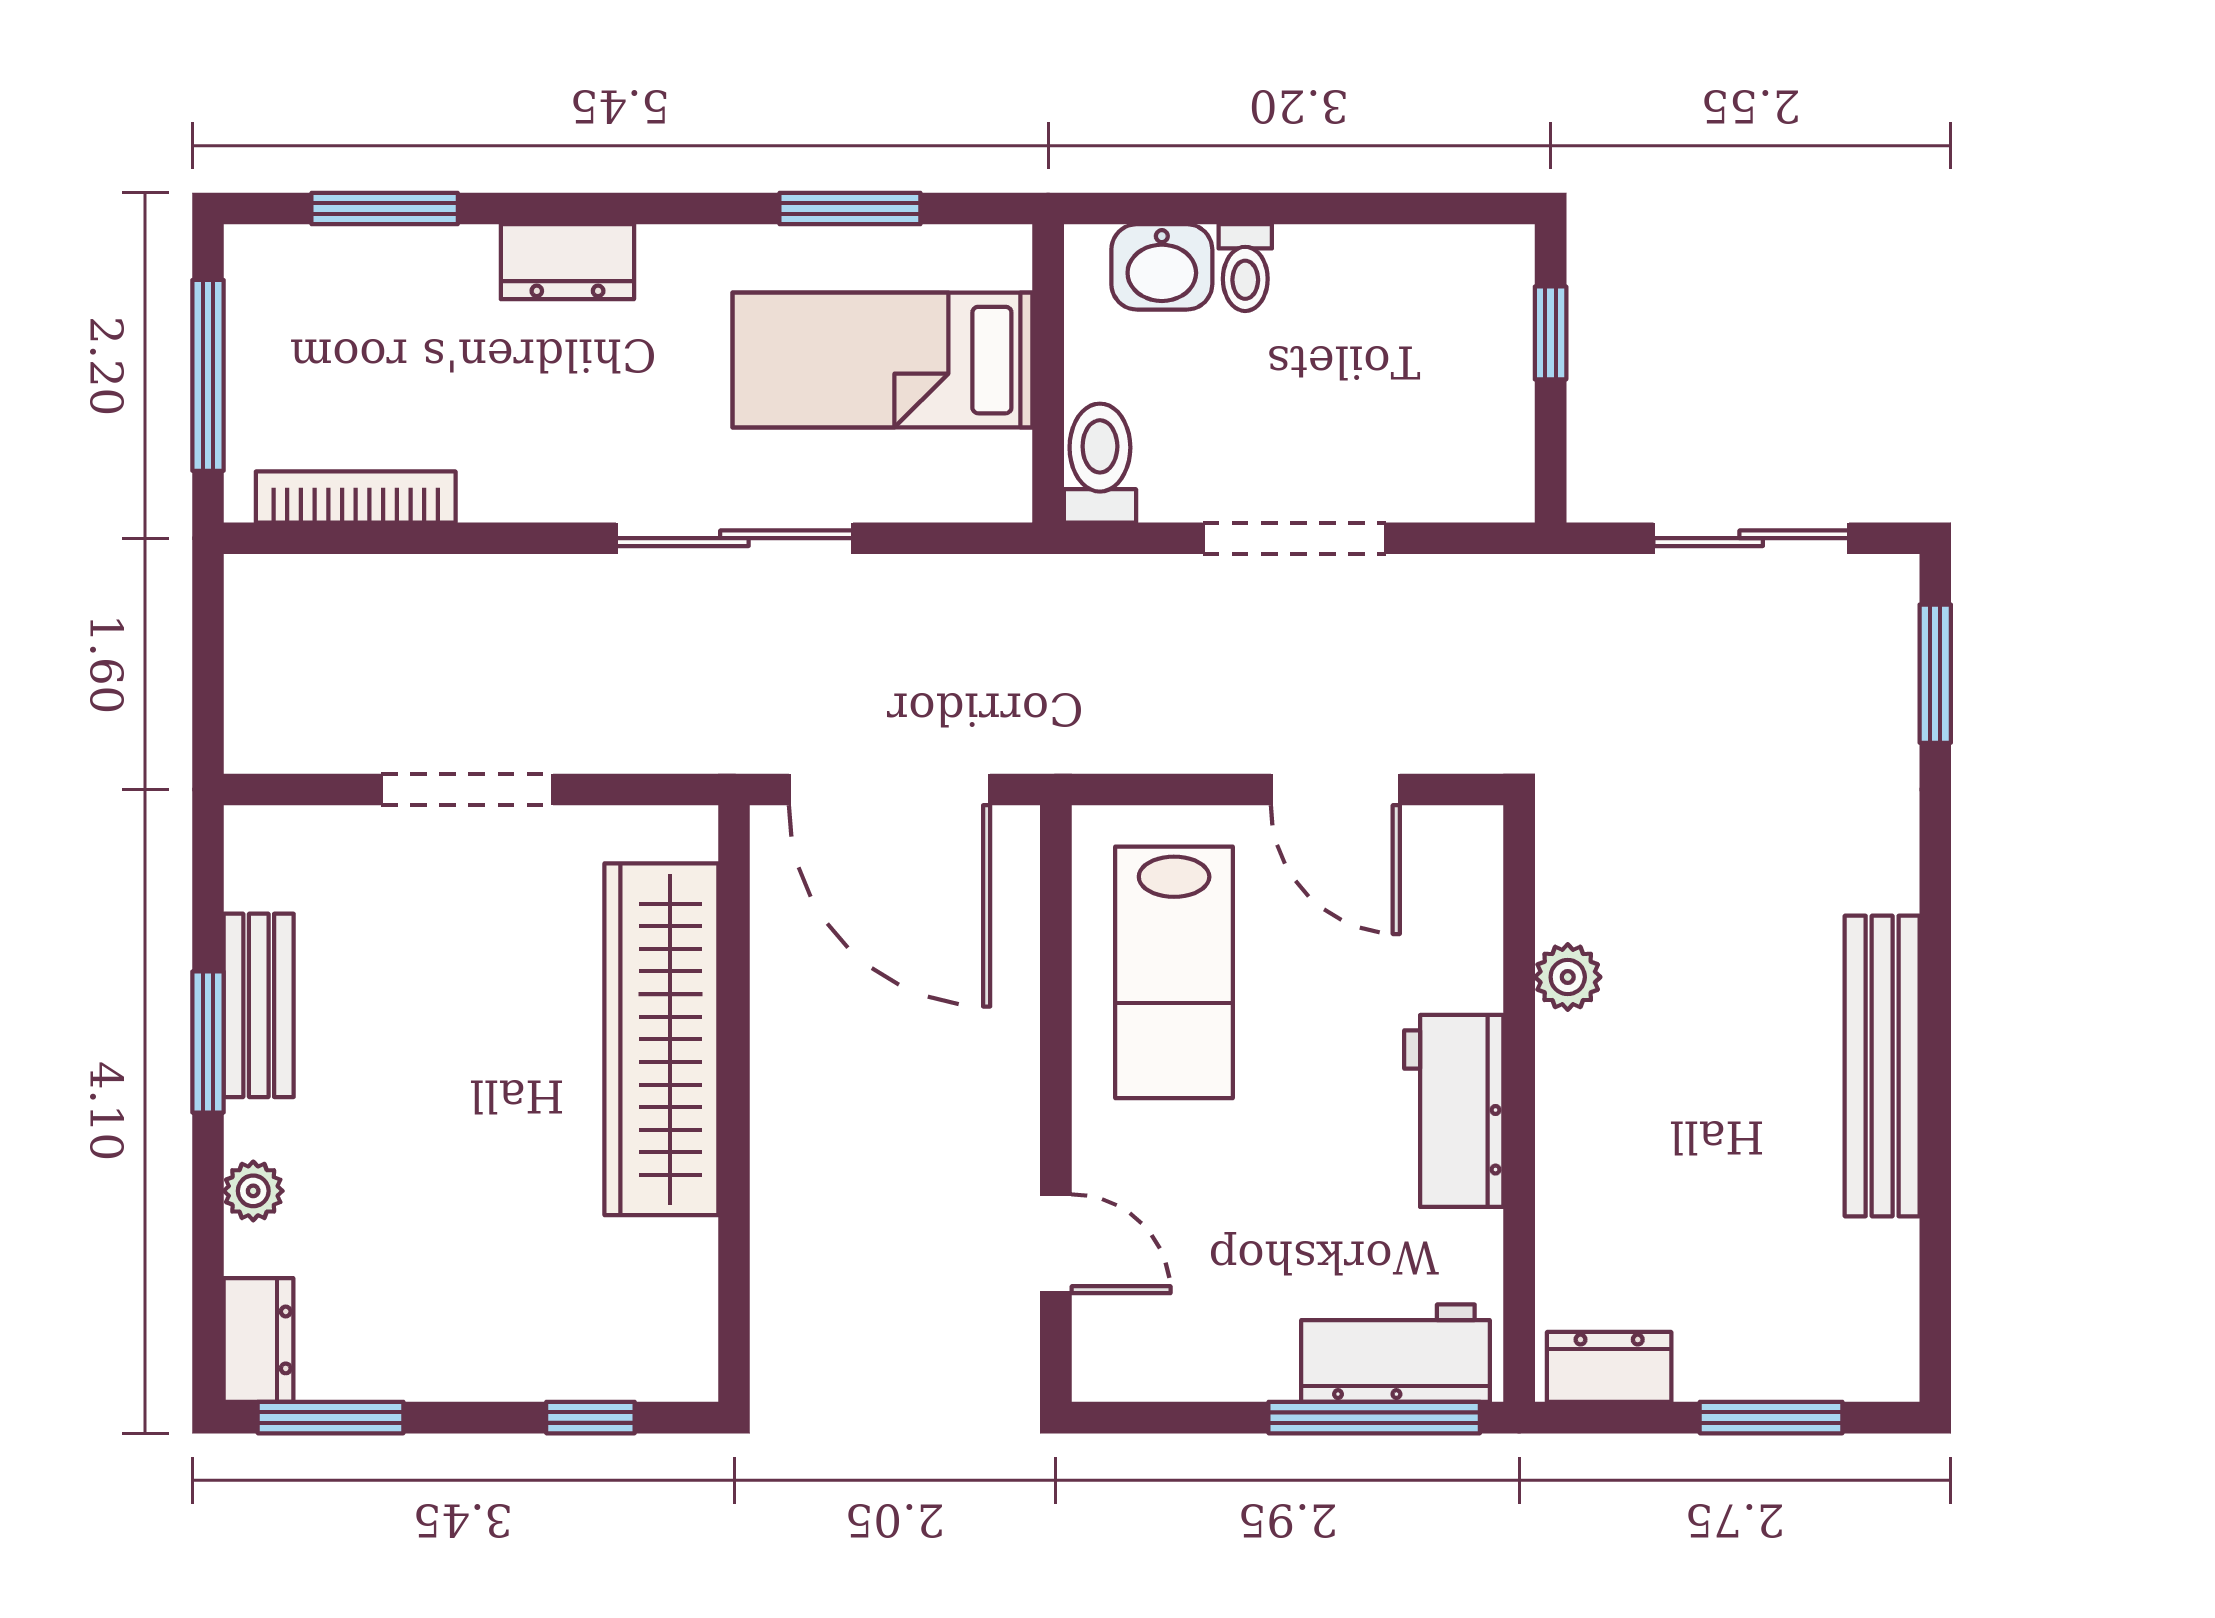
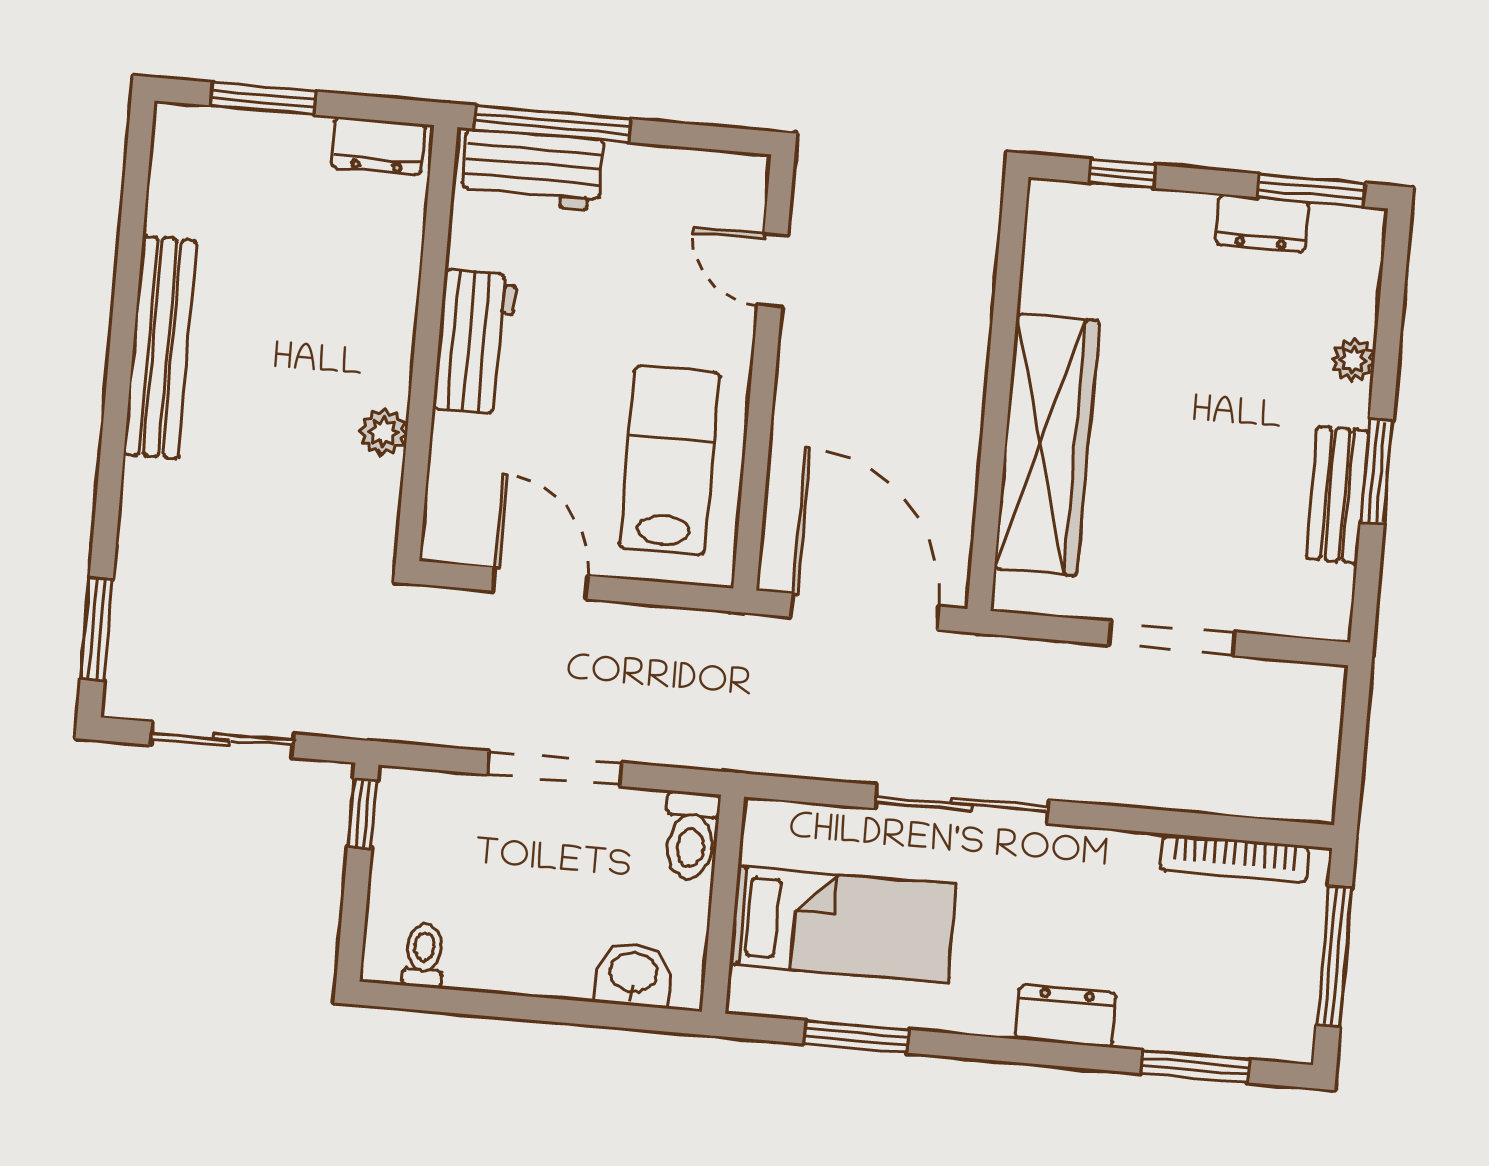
toilet: (1245, 268) -> (424, 956), moved
window: (1551, 333) -> (363, 813), moved
dresser: (259, 1340) -> (1262, 223), moved, turned -90

